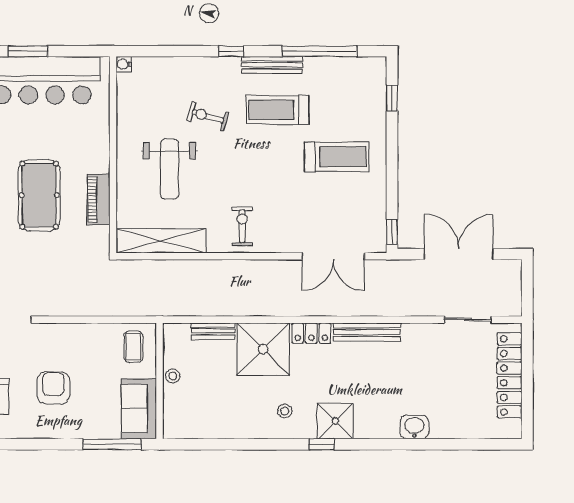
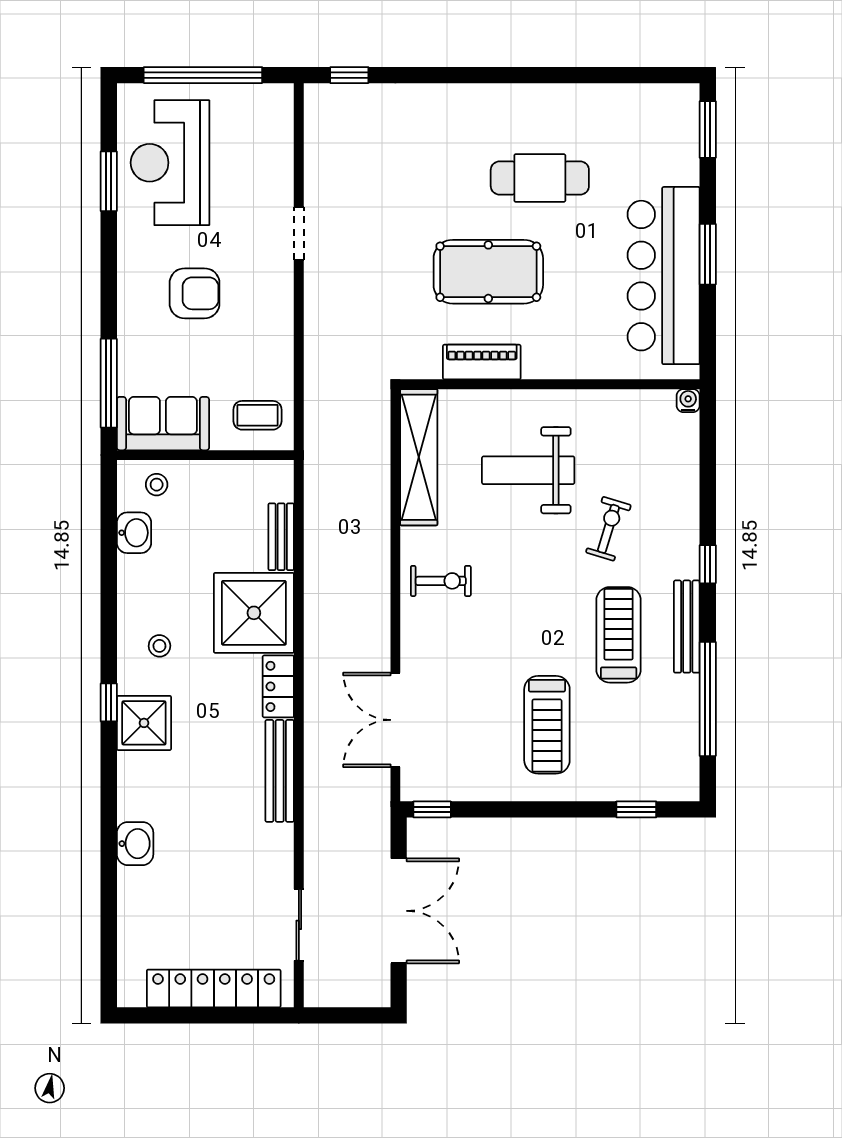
stool: (173, 376) -> (157, 485), moved
washbasin: (210, 428) -> (134, 533), added

